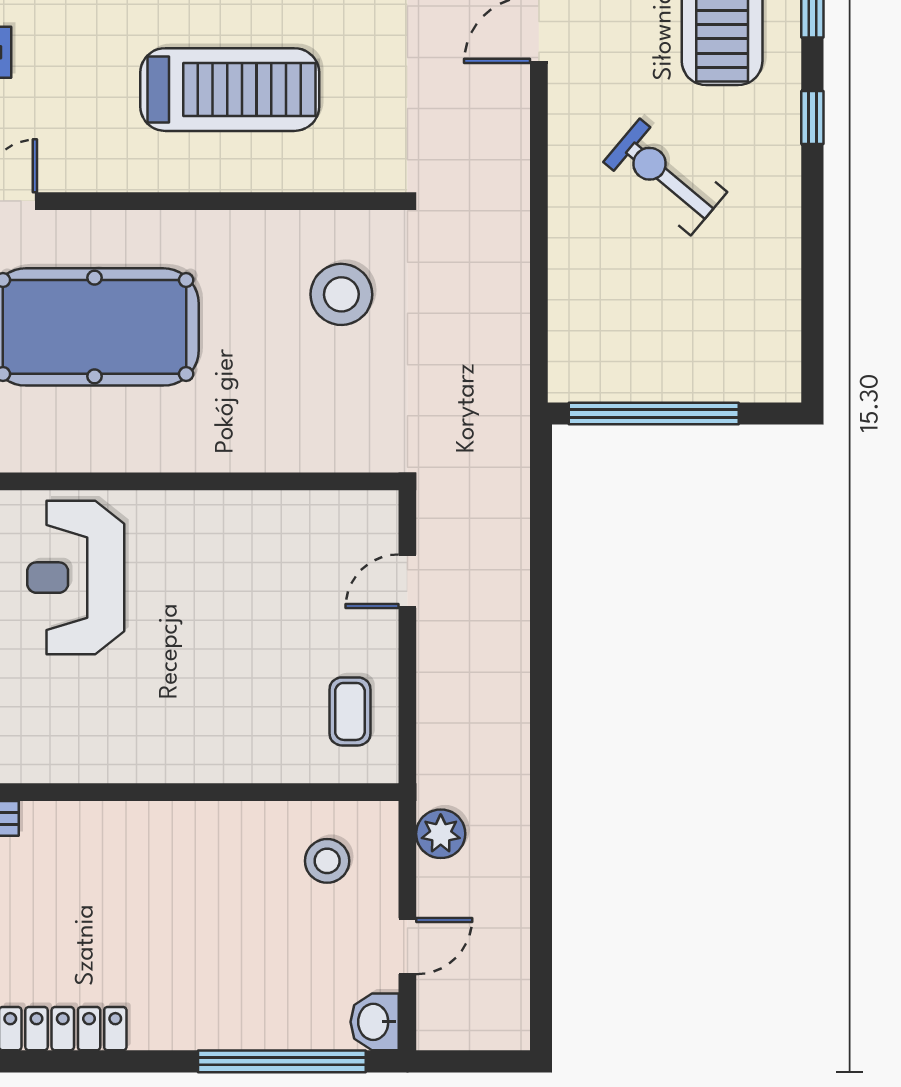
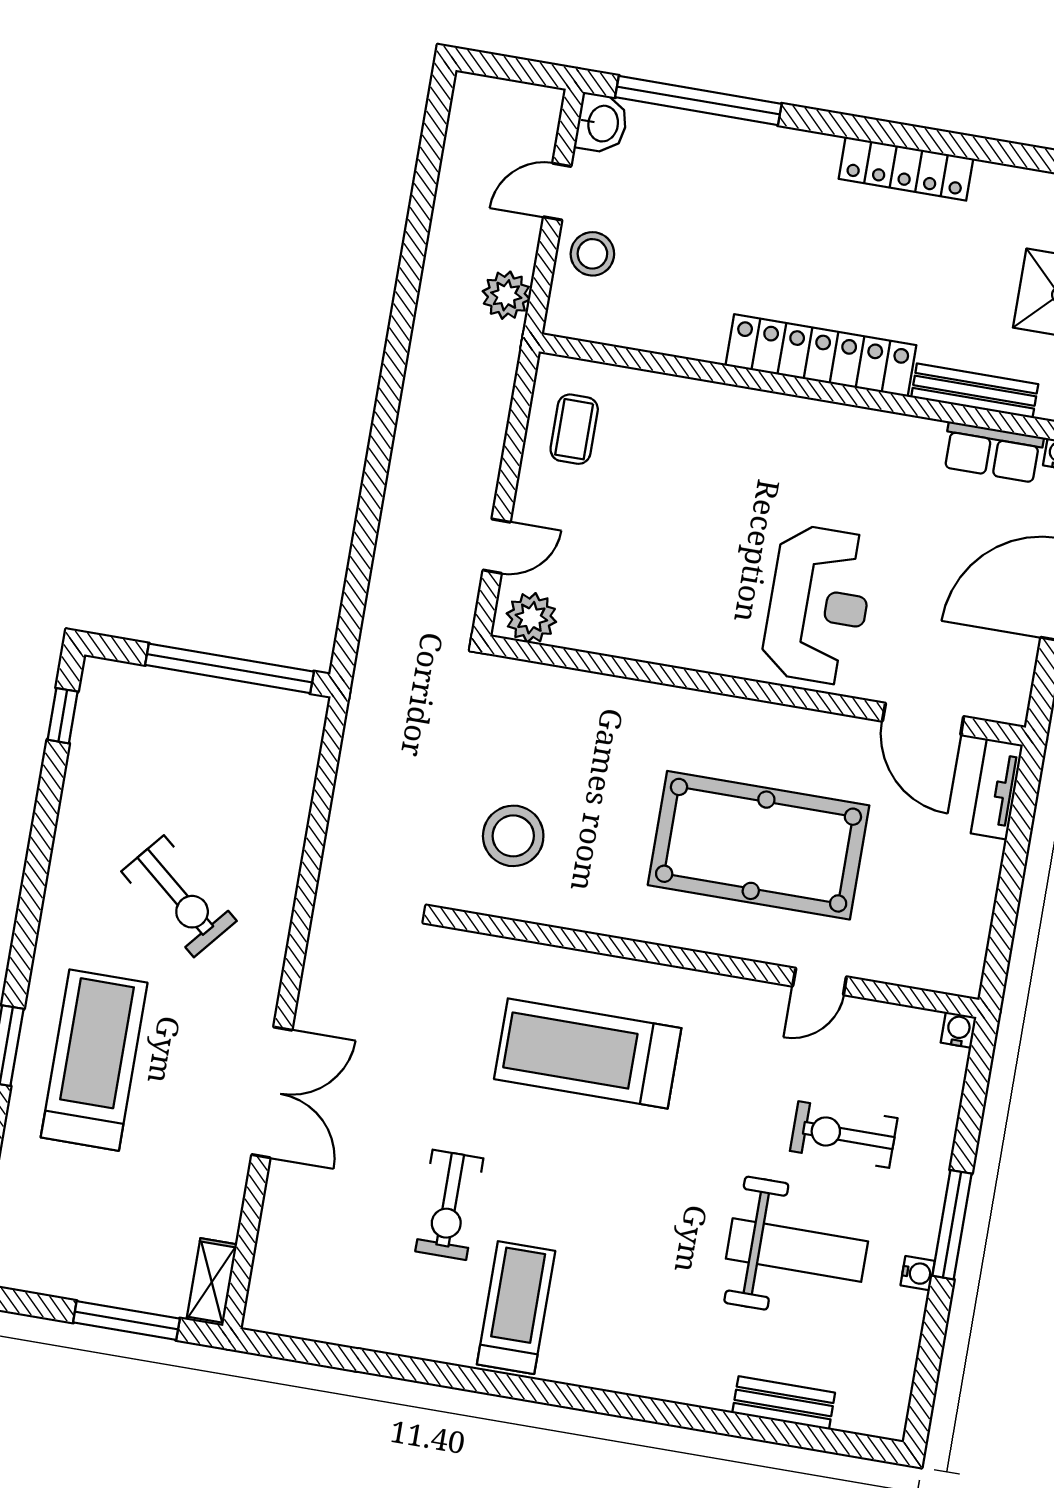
window: (812, 118) -> (63, 716), moved
plant: (361, 516) -> (531, 618), added
locker: (116, 827) -> (821, 355), added
stool: (327, 861) -> (592, 254), moved

